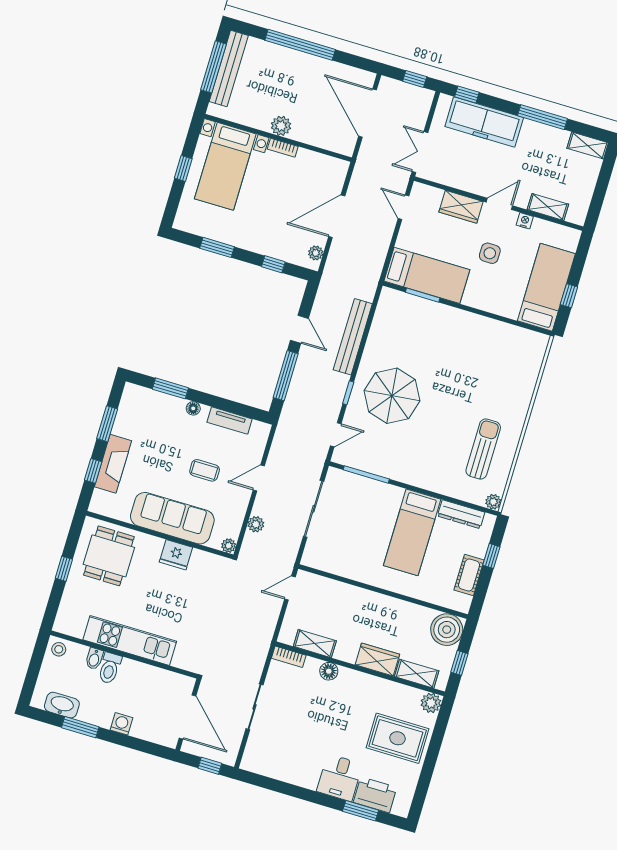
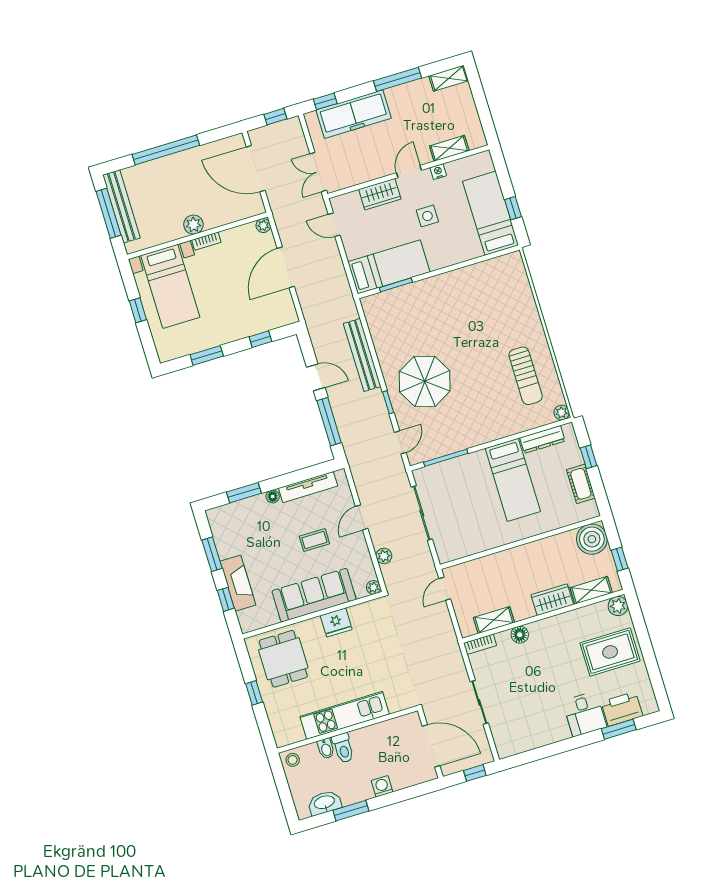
plant: (316, 253) -> (263, 226), moved
tv unit: (230, 421) -> (308, 487), width x1.41
sun lounger: (483, 449) -> (526, 376), turned 180

